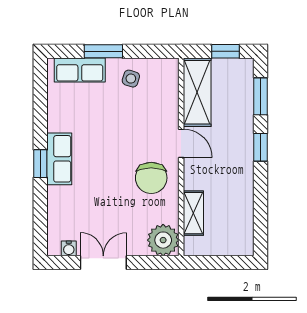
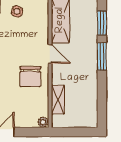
window: (260, 147) -> (102, 57), width x1.50
plant: (163, 240) -> (43, 122), width x0.53, depth x0.53

